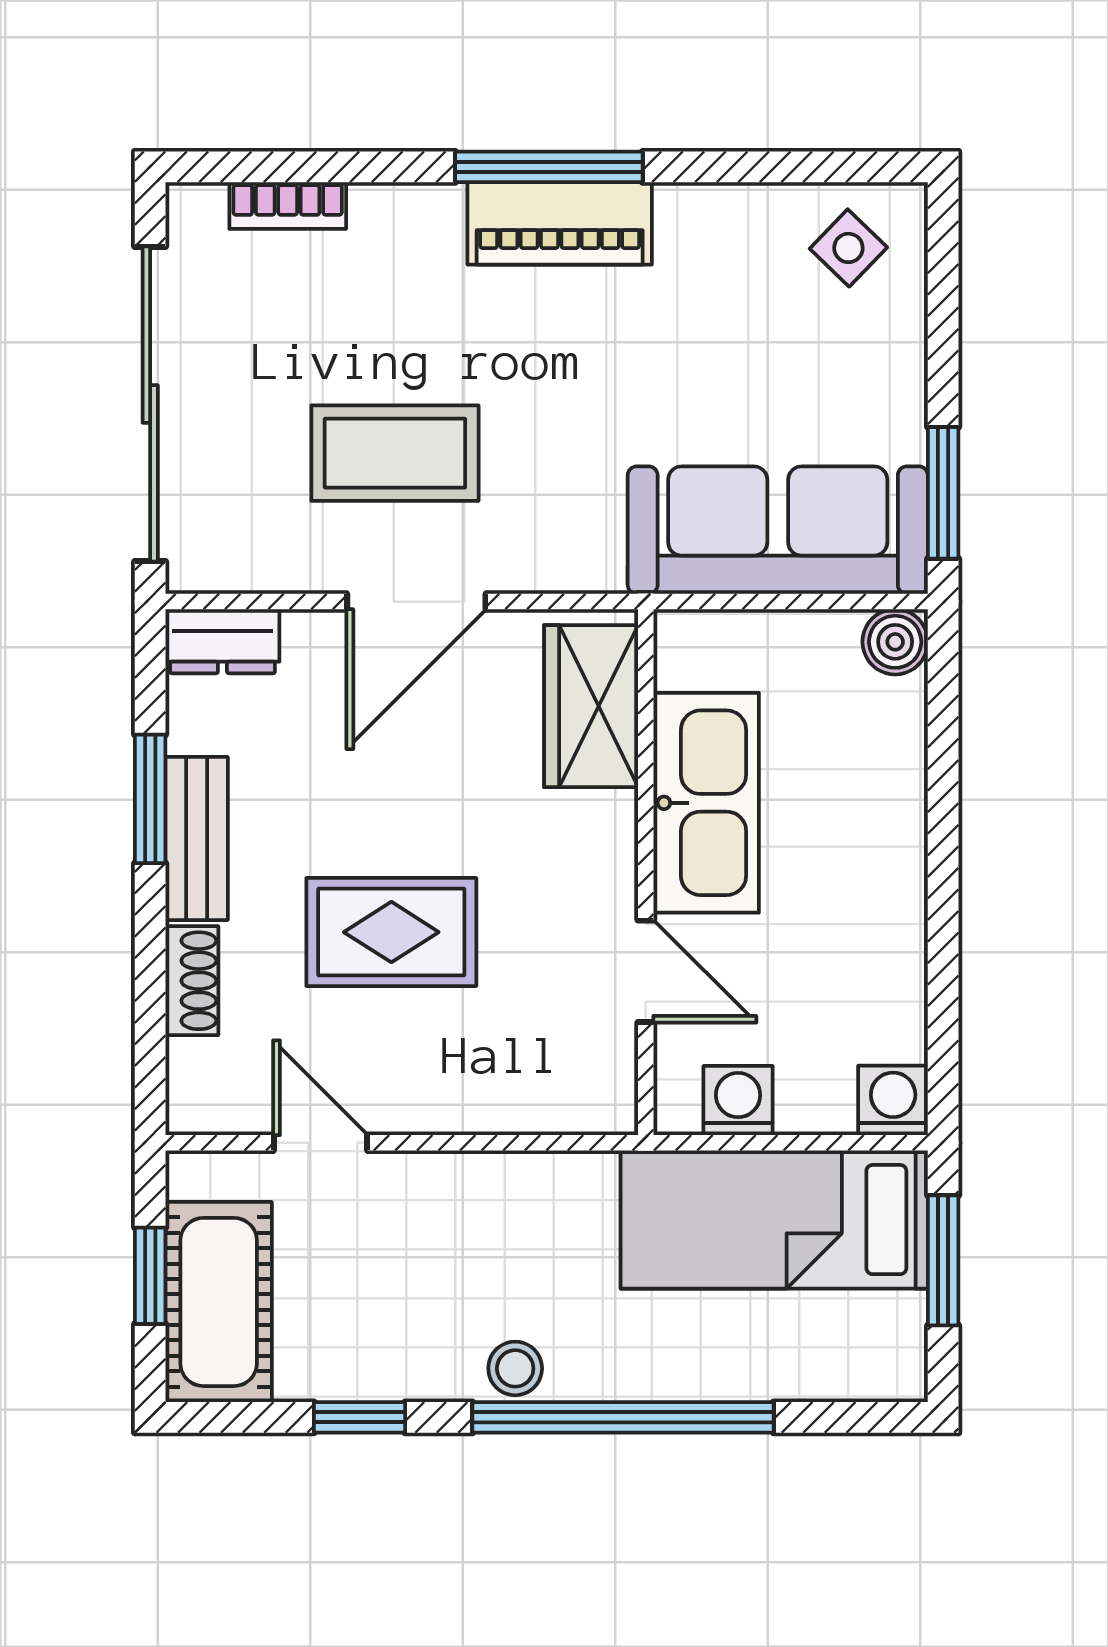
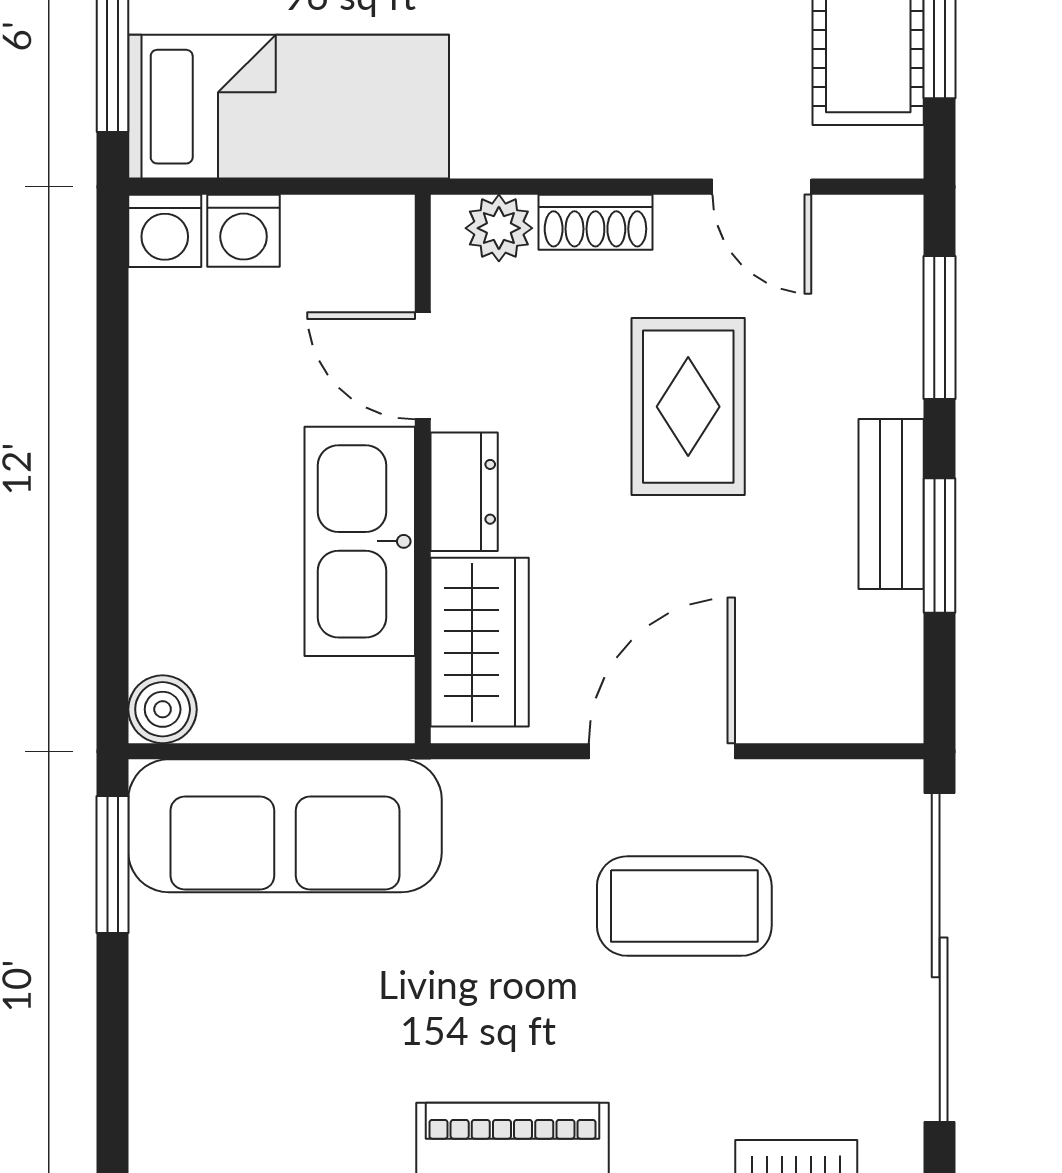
side table: (848, 248) -> (211, 1120), removed
dresser: (222, 641) -> (464, 492), moved, turned 90
rug: (391, 932) -> (688, 407), turned 90
shoe rack: (192, 981) -> (595, 222), moved, turned -90
window: (150, 1008) -> (940, 327), added
washing machine: (738, 1101) -> (244, 231), moved
plant: (573, 1103) -> (499, 228), added

